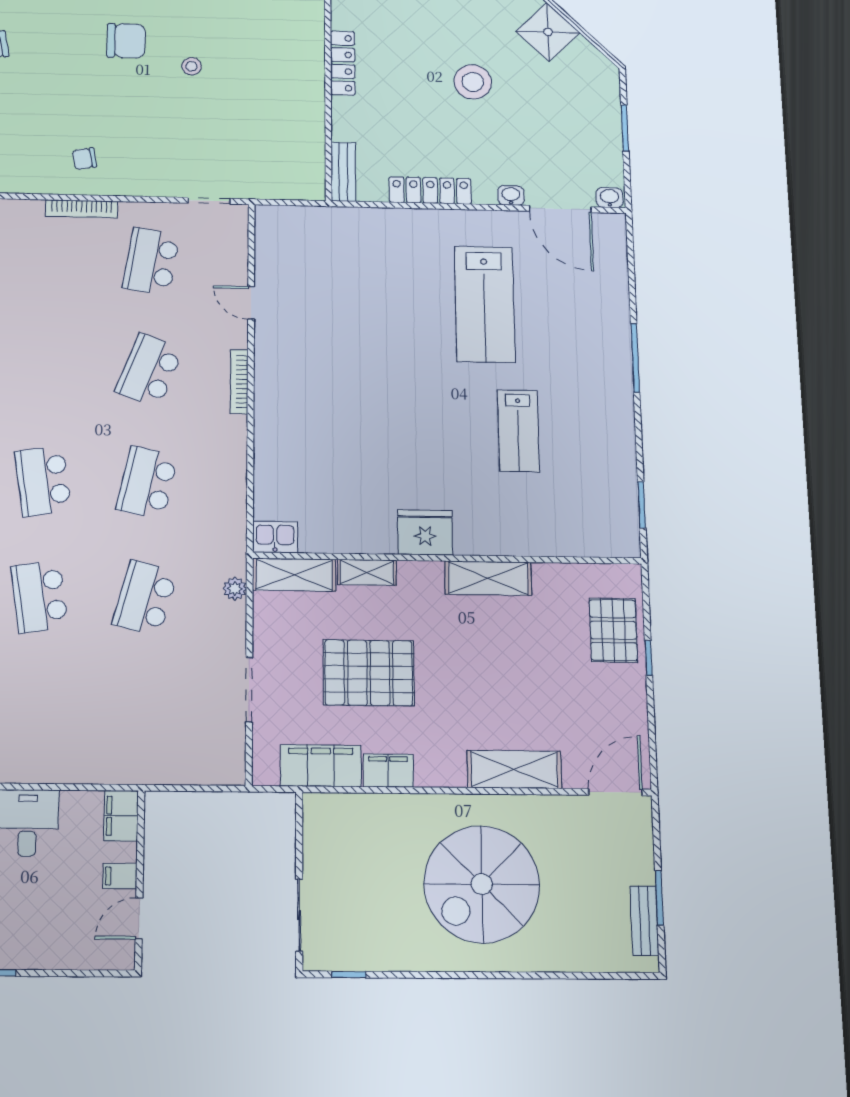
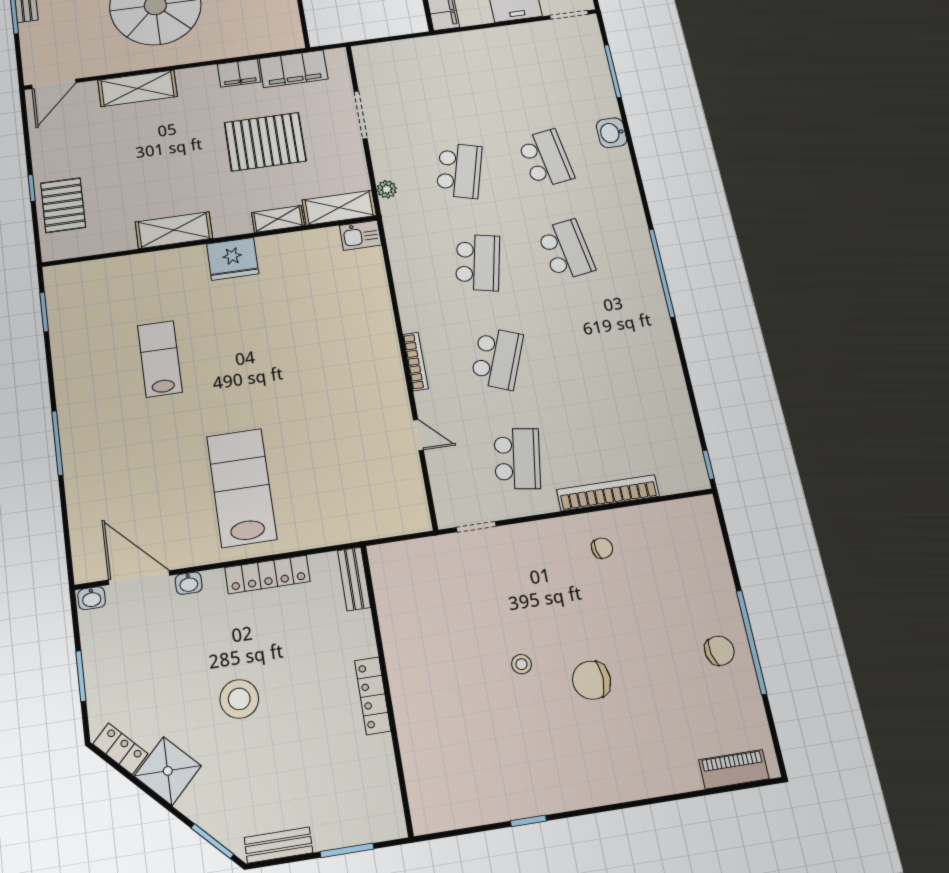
locker: (591, 58) -> (120, 749), added
bookcase: (82, 209) -> (608, 493), width x1.48, depth x1.31
lab bench: (485, 304) -> (242, 488), moved

